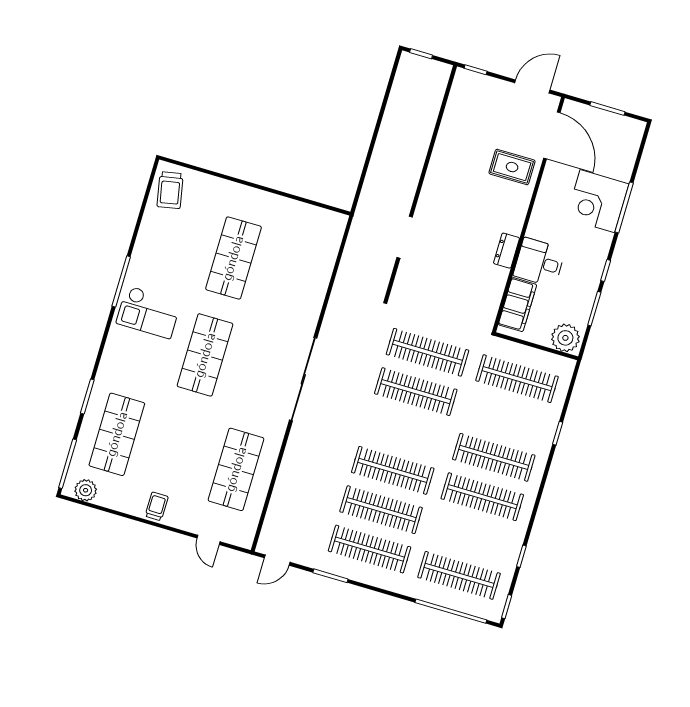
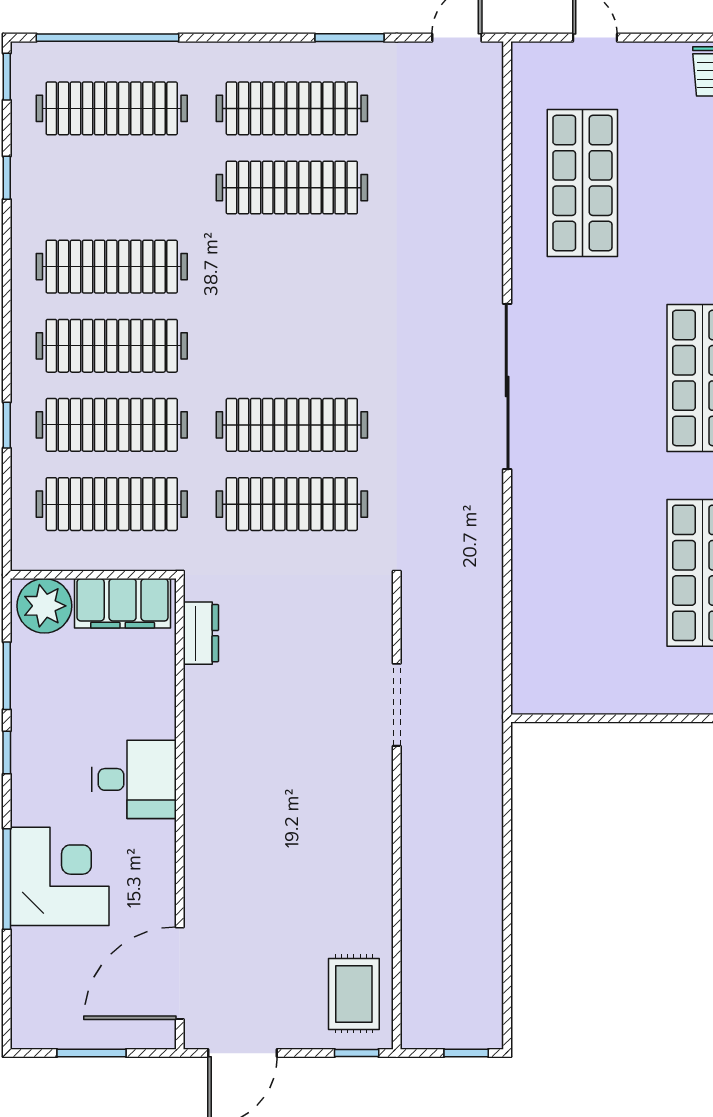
door: (552, 135) -> (180, 973), hinge flipped
rug: (512, 167) -> (354, 994), moved, turned 90
dresser: (507, 251) -> (201, 633), moved
desk: (539, 262) -> (134, 779), moved
filing cabinet: (517, 305) -> (123, 603), moved, turned -90
clothes rail: (393, 470) -> (112, 425), moved

